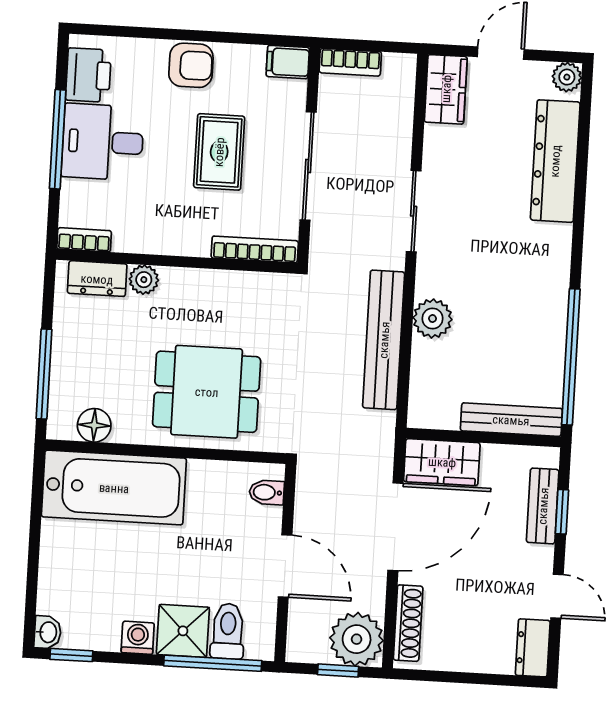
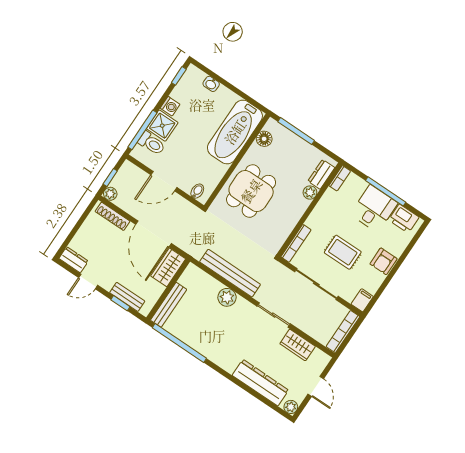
bookcase: (350, 62) -> (343, 332), width x1.56
wardrobe: (446, 89) -> (298, 345), moved
washbasin: (48, 632) -> (211, 84), moved
plant: (357, 639) -> (110, 194), width x0.53, depth x0.53

